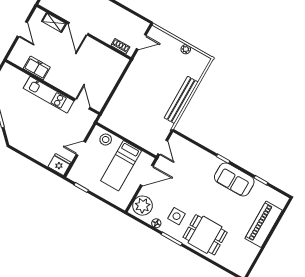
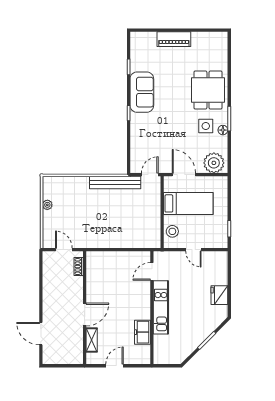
bench: (181, 100) -> (115, 183), moved
fridge: (60, 165) -> (219, 295), moved
floor lamp: (156, 223) -> (223, 130), moved
piano: (264, 224) -> (174, 39), width x0.73, depth x0.75

